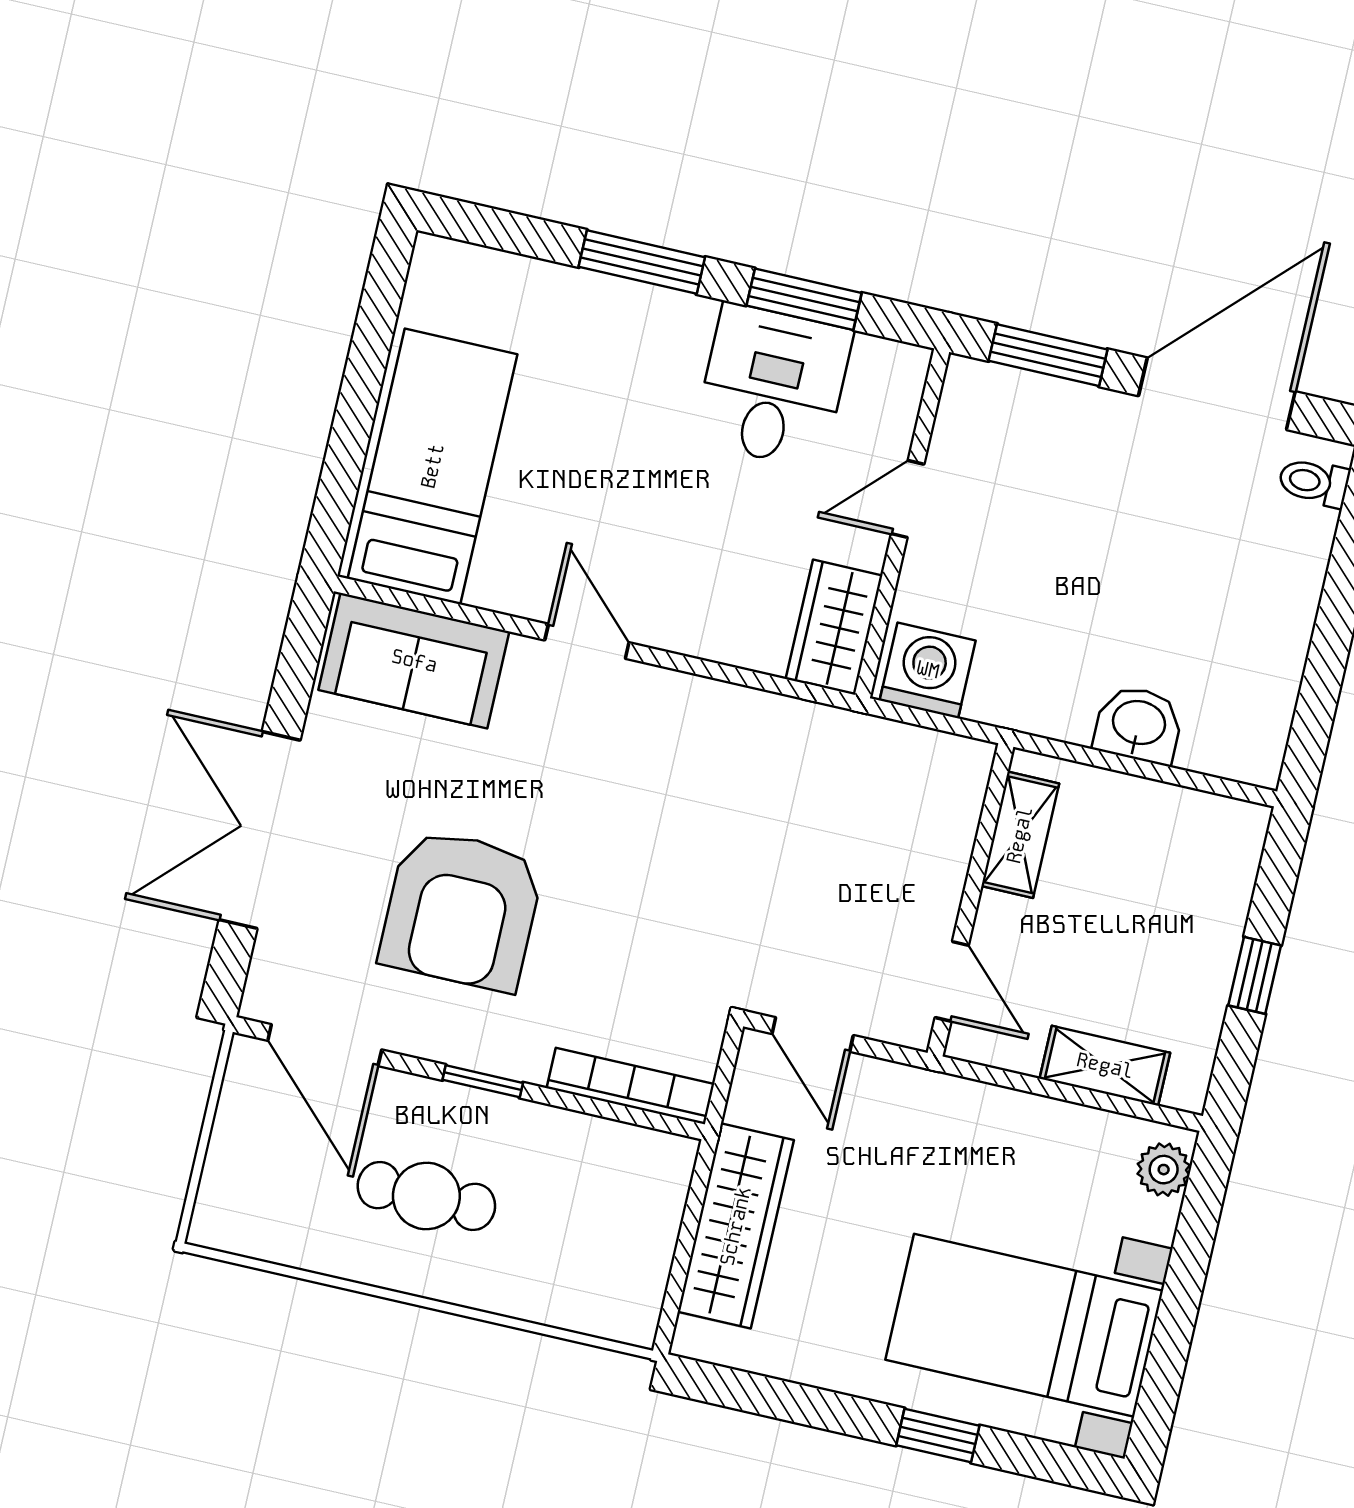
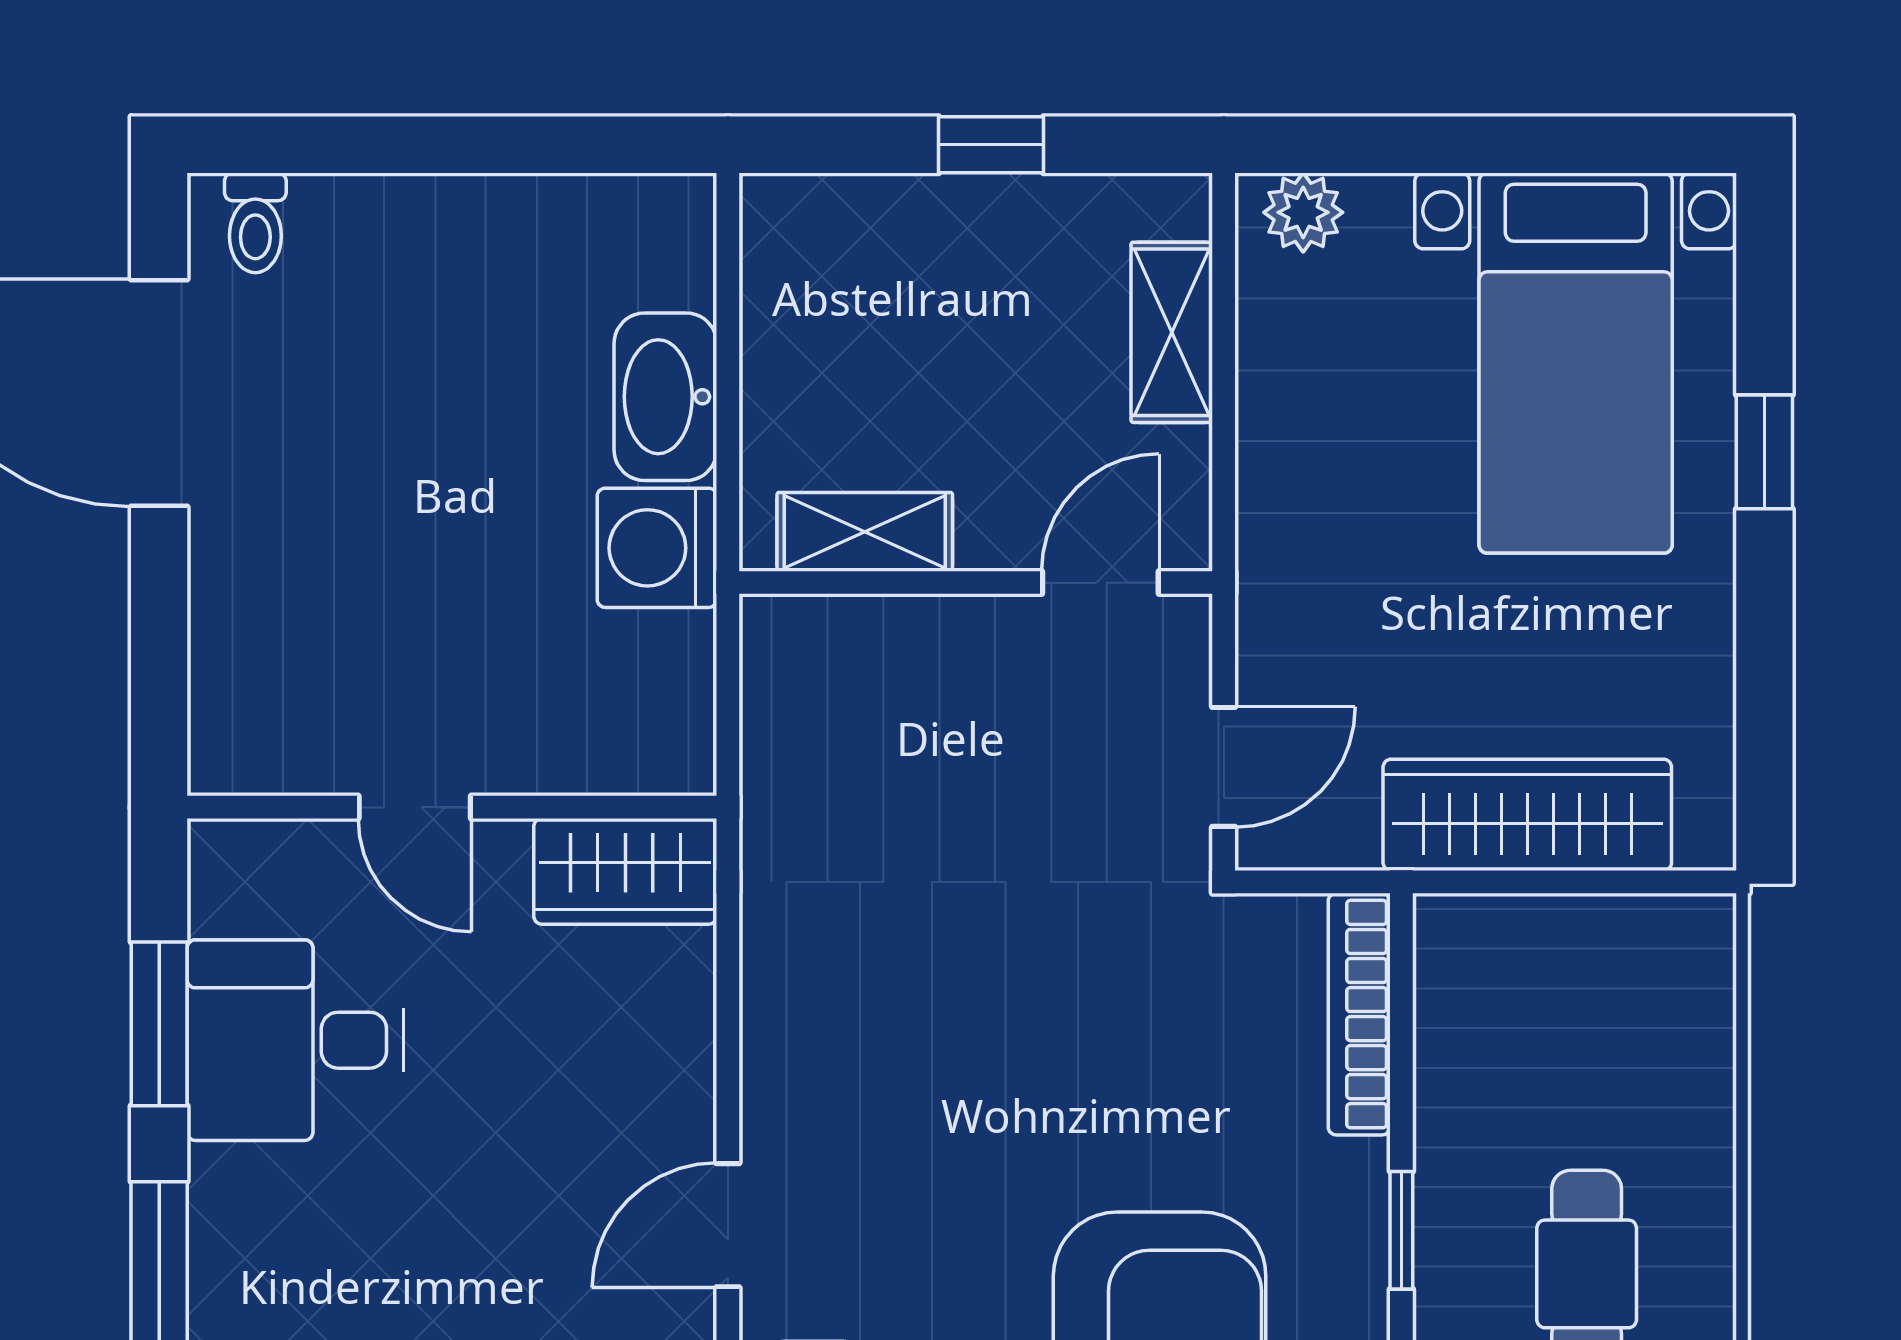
window: (1048, 355) -> (159, 651), removed
washing machine: (928, 670) -> (657, 548), moved
washbasin: (1139, 725) -> (665, 397), width x1.38

